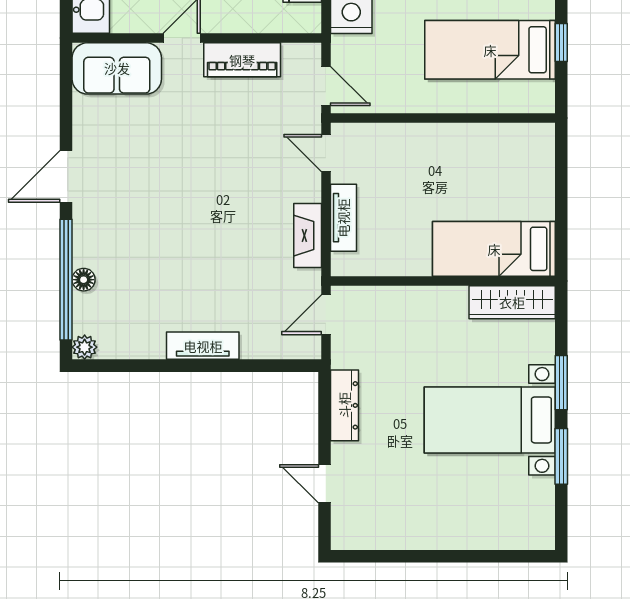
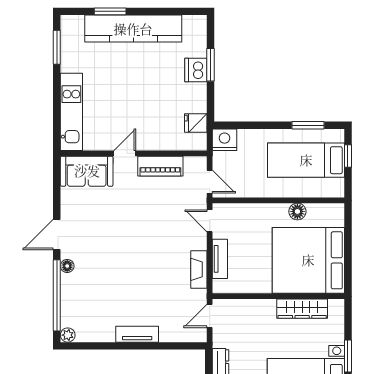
floor lamp: (475, 137) -> (297, 211), added
bed: (494, 249) -> (308, 260), width x2.04
floor lamp: (84, 280) -> (67, 266), moved
wardrobe: (512, 302) -> (302, 309), moved

